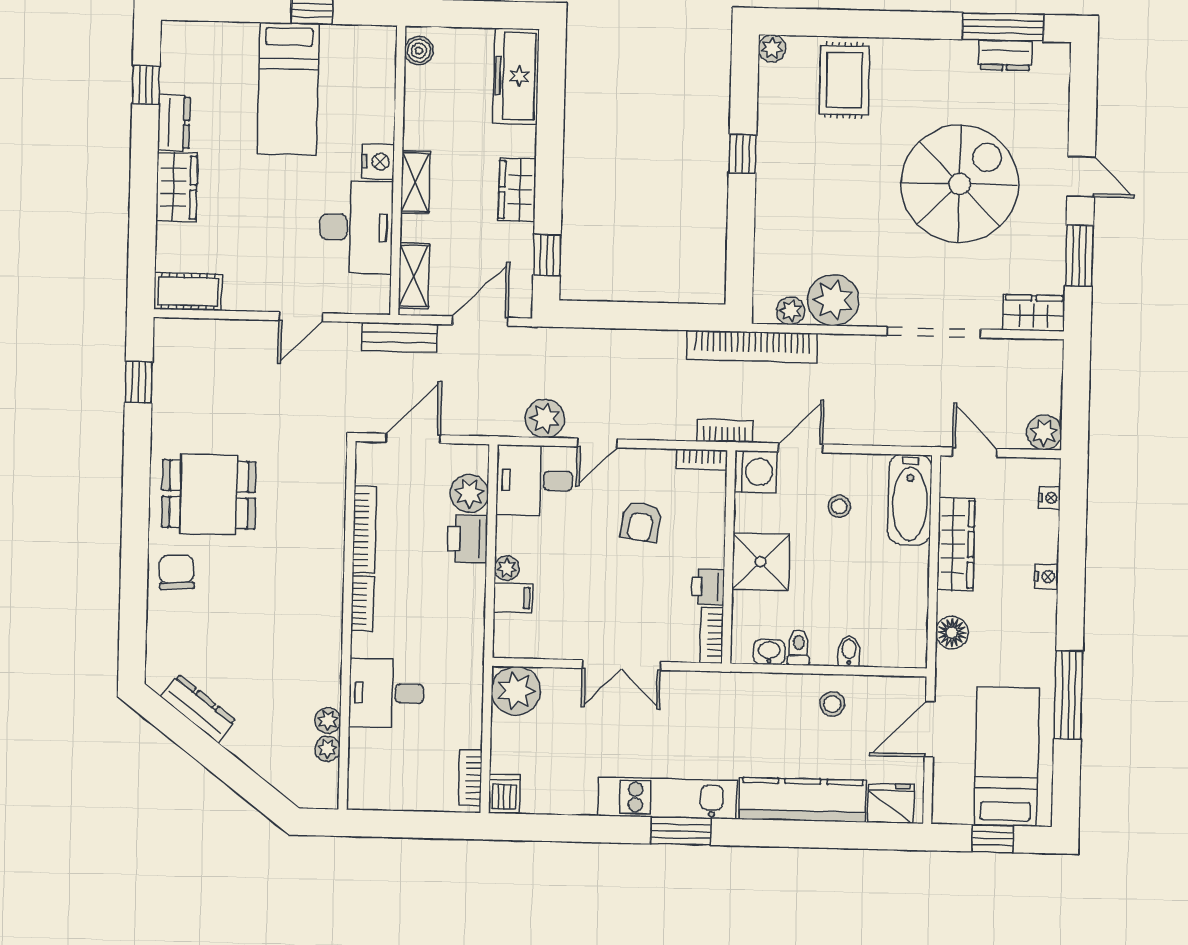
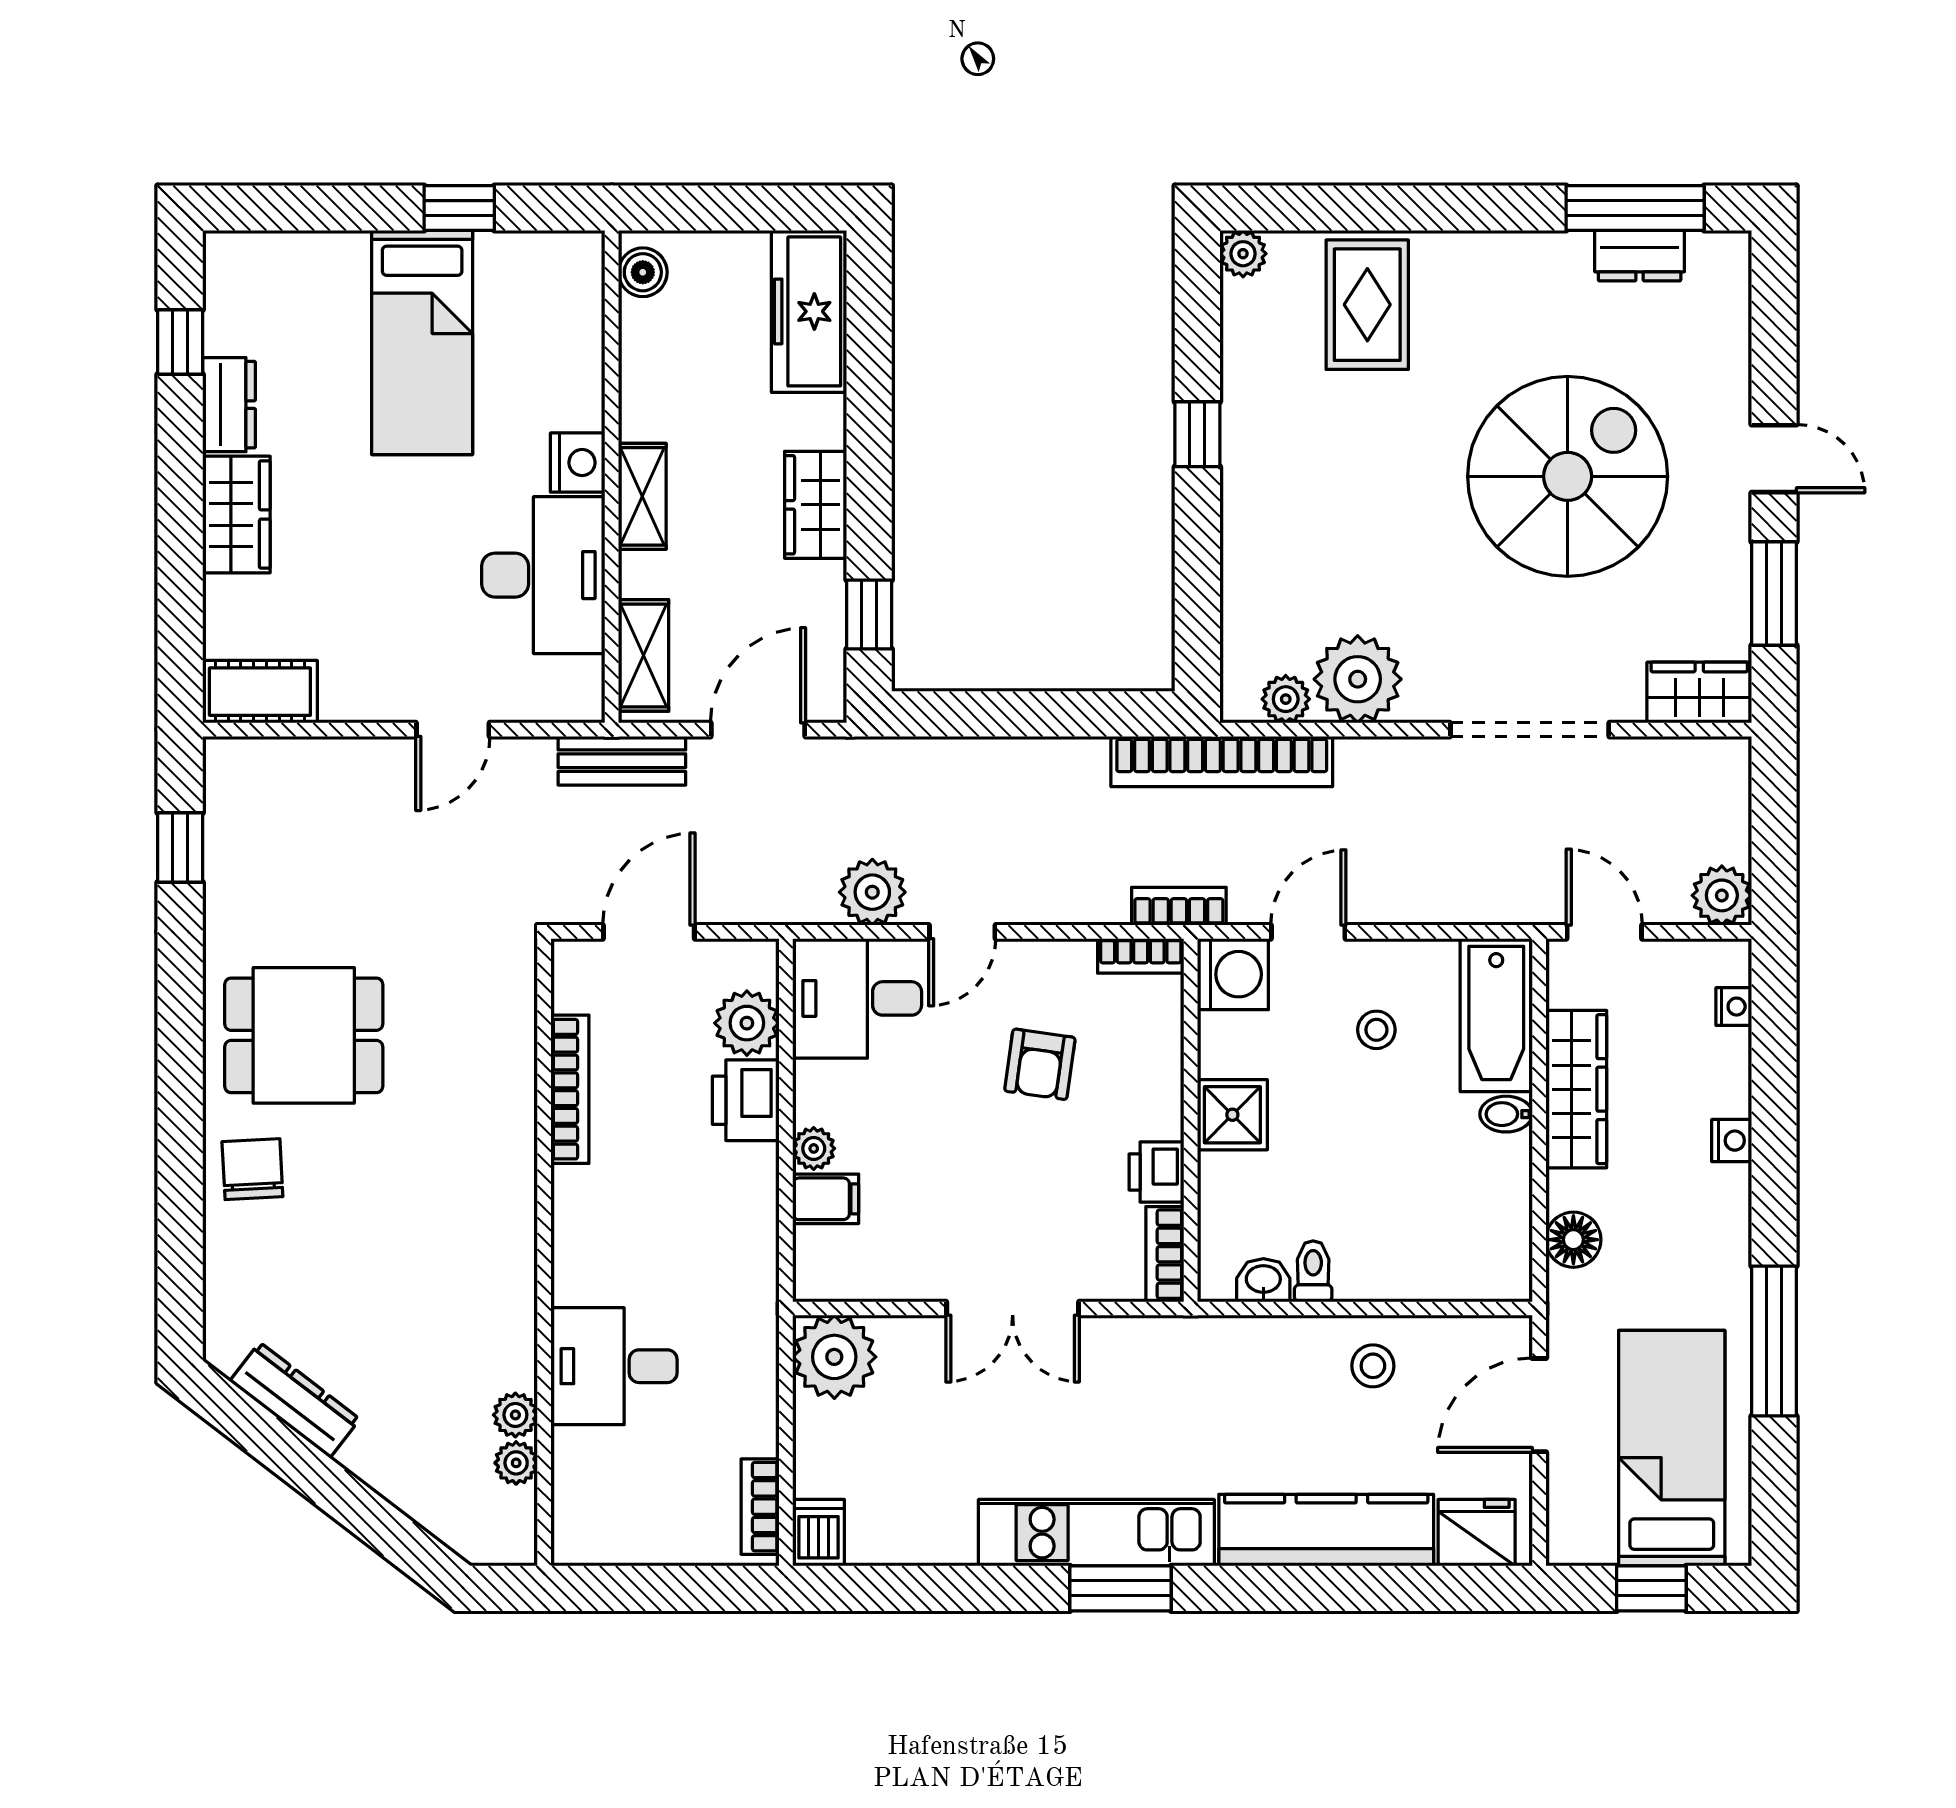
shower: (761, 562) -> (1232, 1115), width x0.73, depth x0.73
bookcase: (362, 603) -> (570, 1215), removed
bidet: (849, 651) -> (1506, 1114), moved, turned -90

